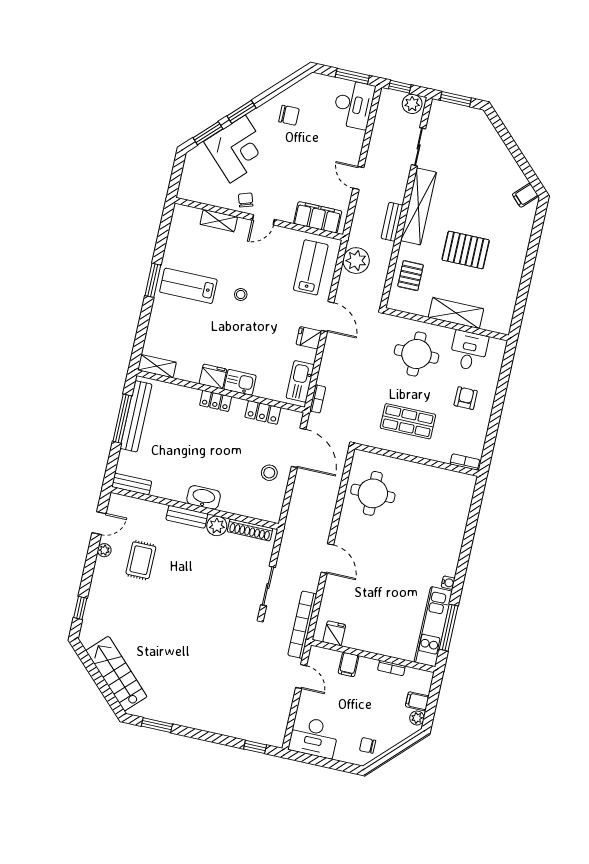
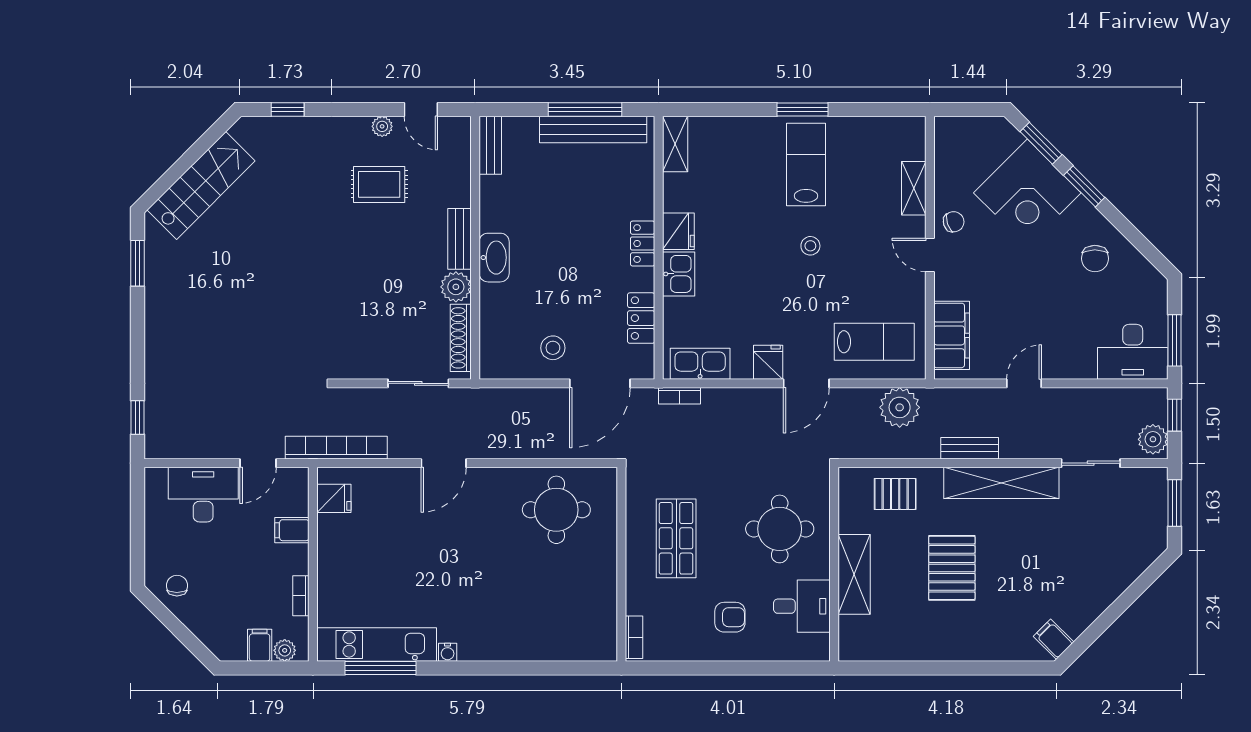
sliding door: (268, 586) -> (418, 383), moved
plant: (417, 718) -> (285, 650), moved
desk: (314, 737) -> (203, 495), moved, turned 90

